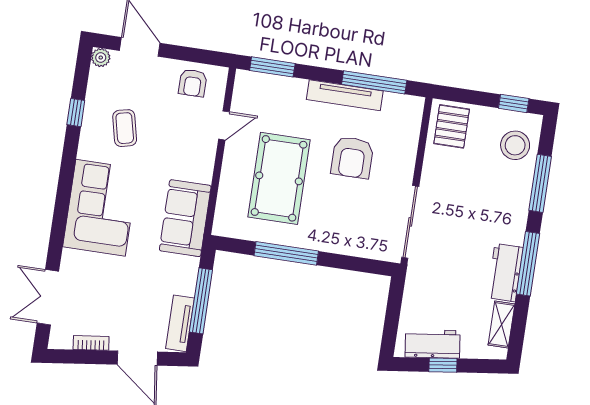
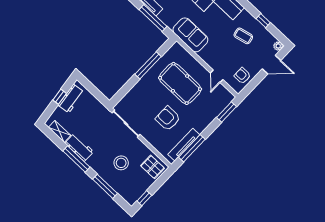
tv unit: (345, 95) -> (184, 145), moved
stool: (515, 145) -> (121, 163), moved

